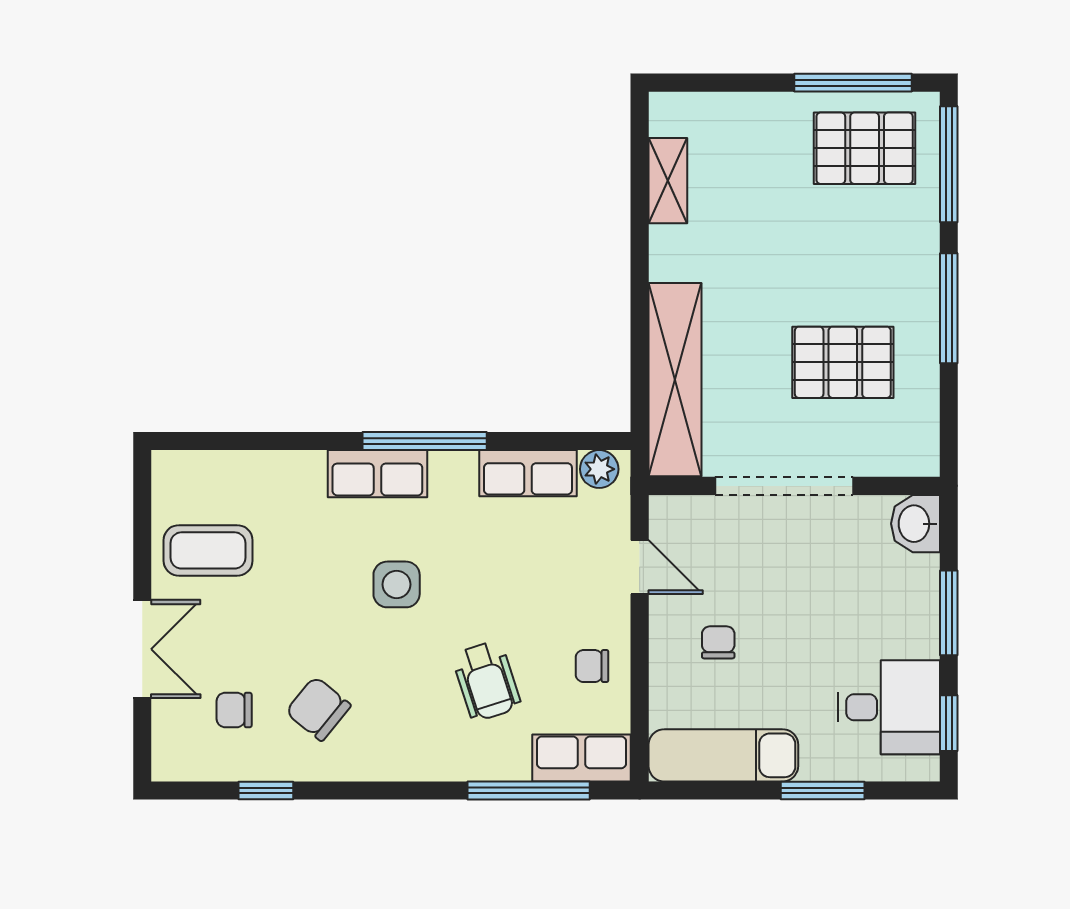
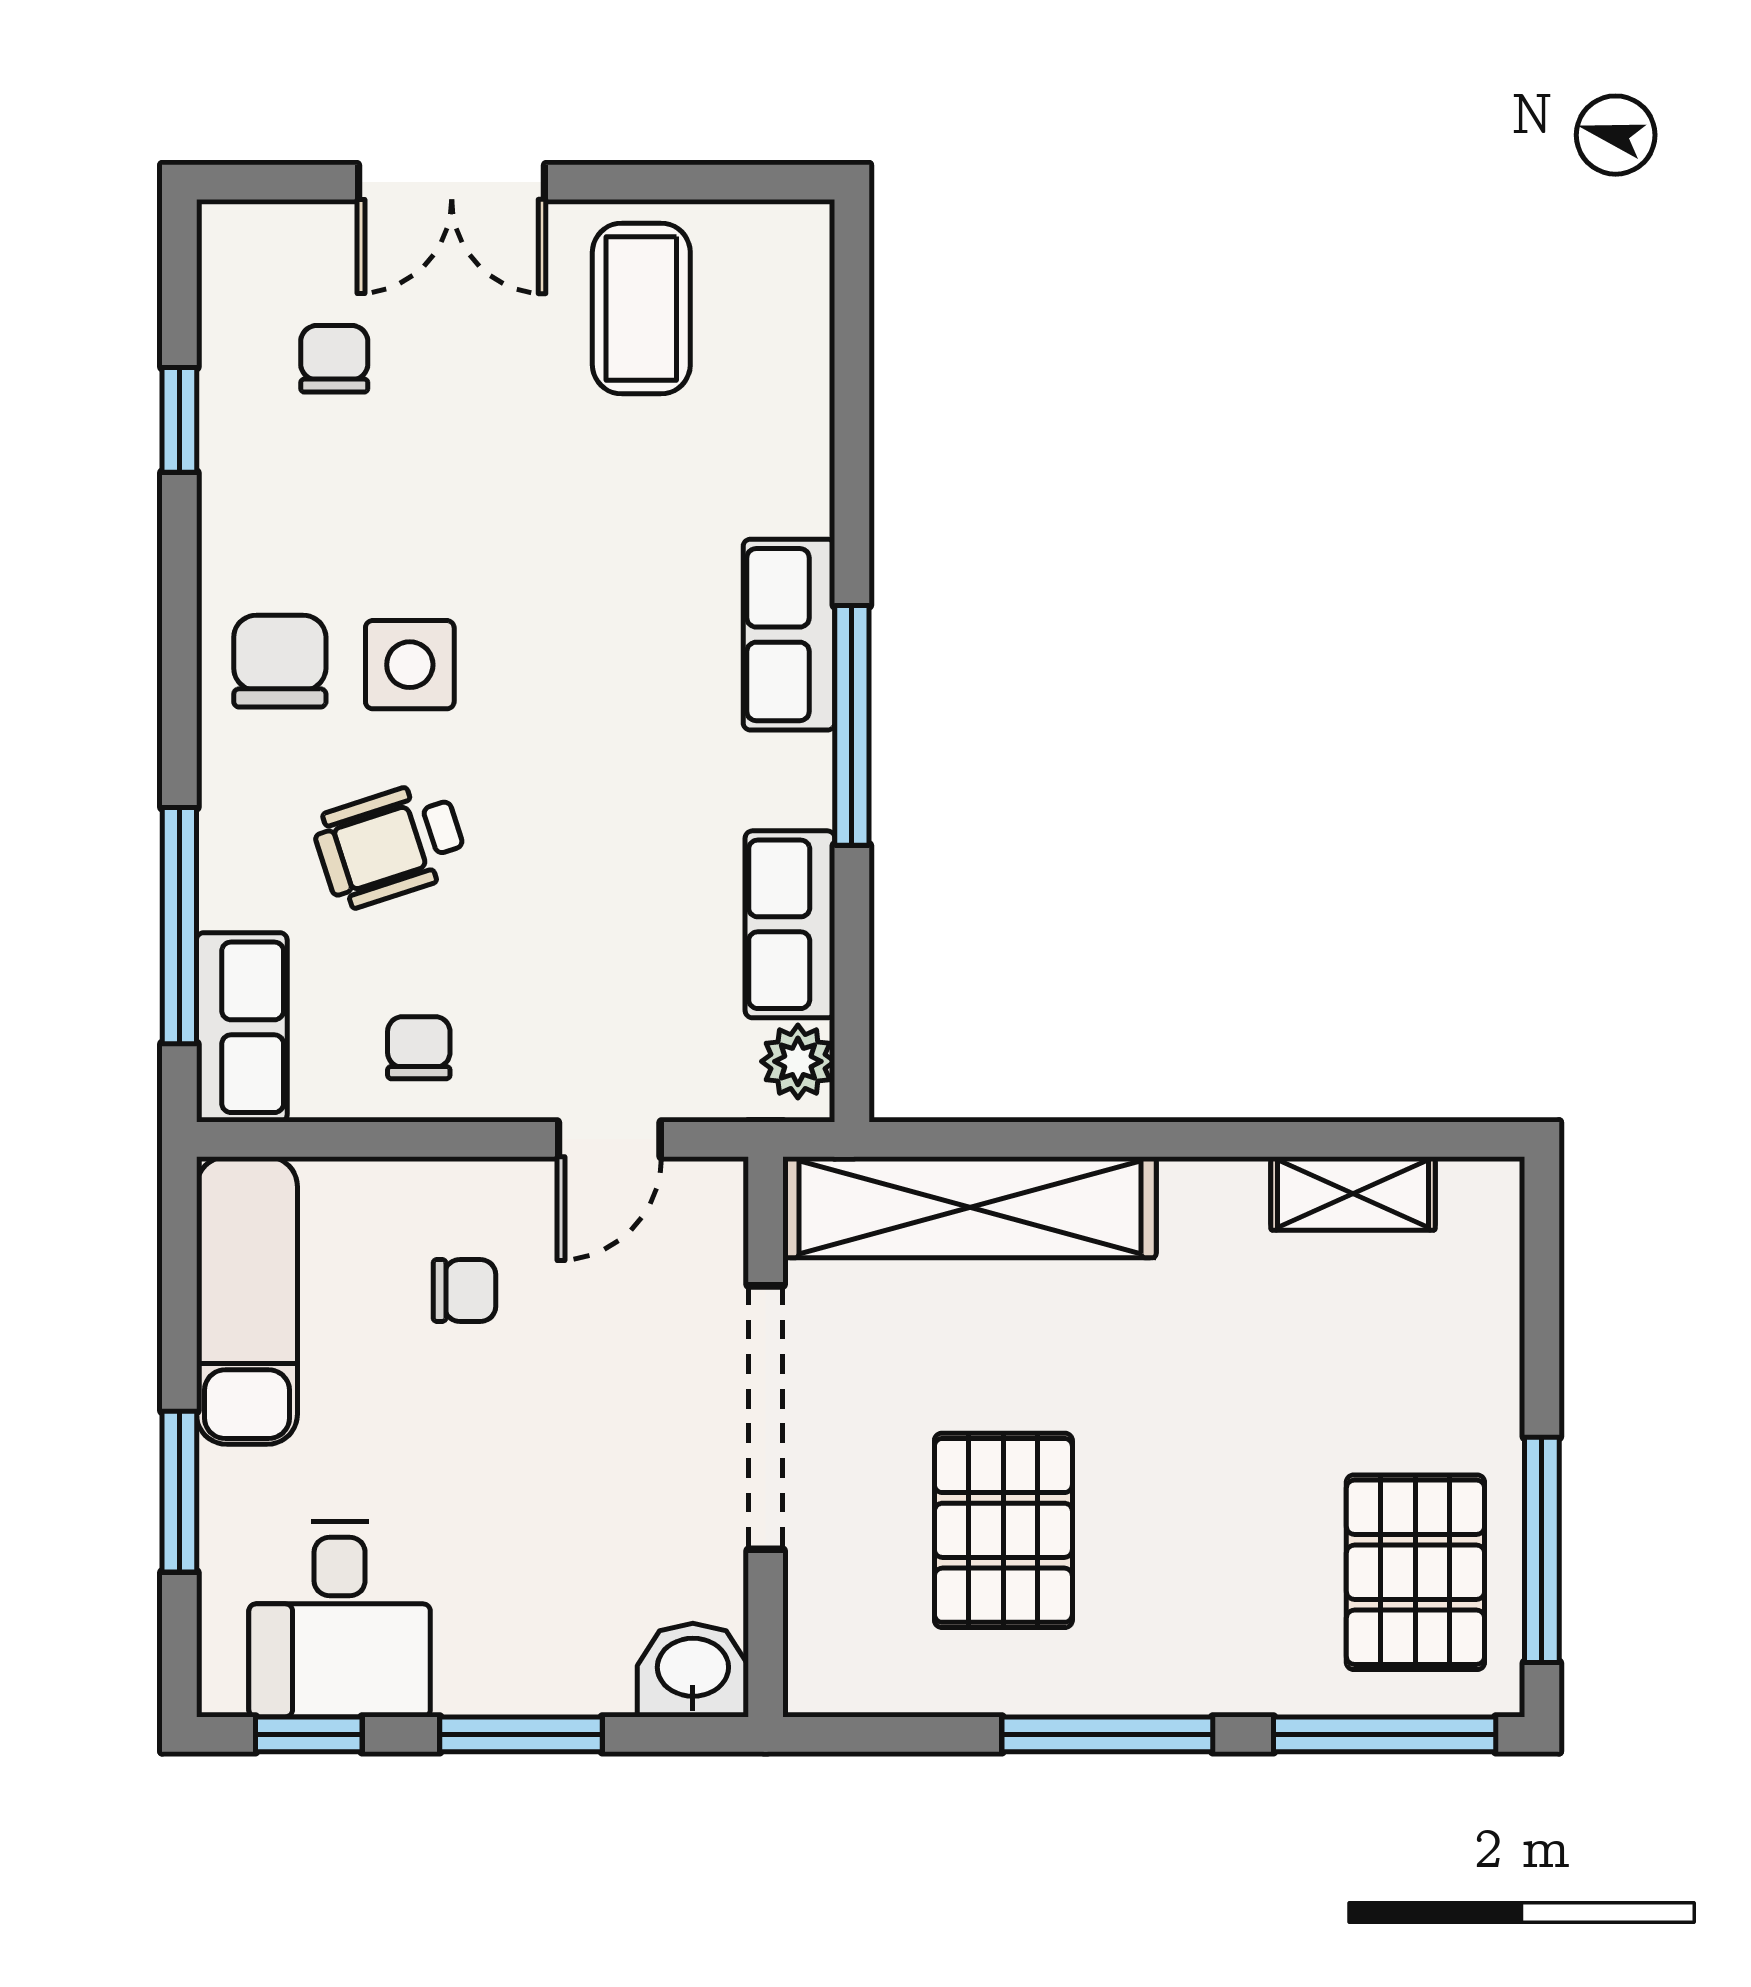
side table: (397, 584) -> (410, 665), moved
chair: (318, 709) -> (280, 661), moved, turned -39

